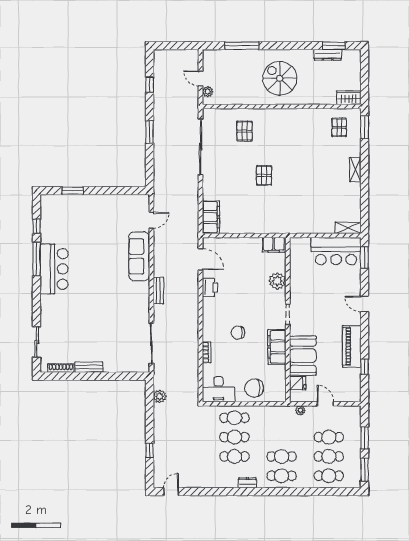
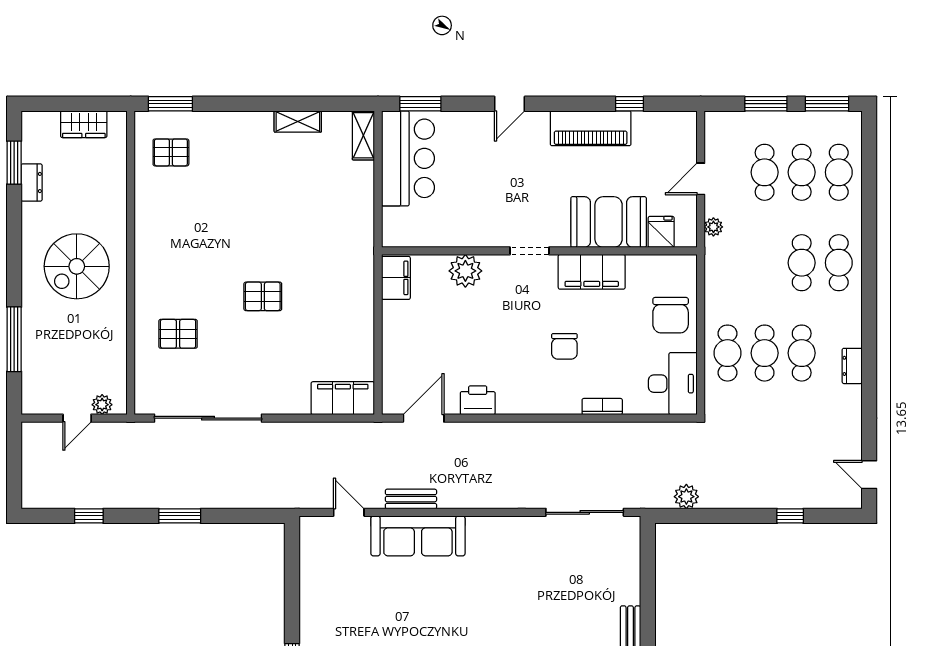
dresser: (328, 55) -> (32, 183), width x0.70
wardrobe: (349, 98) -> (84, 124), moved, turned -90
shelving: (355, 169) -> (298, 121), moved
bench: (158, 291) -> (411, 499), moved
dresser: (247, 483) -> (852, 366), moved

